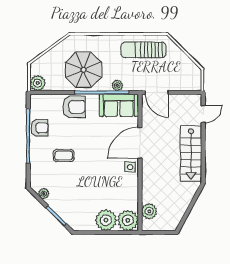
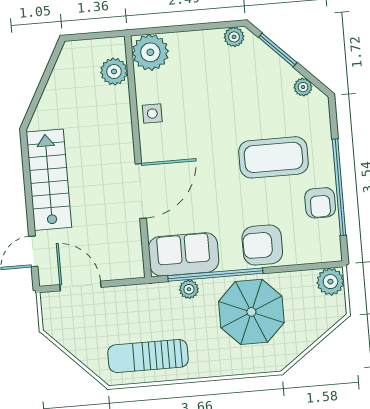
sun lounger: (144, 50) -> (148, 356), turned 180
door: (157, 92) -> (80, 286), moved
armchair: (40, 128) -> (320, 203), turned -90
coffee table: (64, 156) -> (273, 157), width x1.86, depth x1.72
side table: (130, 167) -> (152, 114), moved
plant: (106, 220) -> (234, 37), moved, width x0.53, depth x0.53

